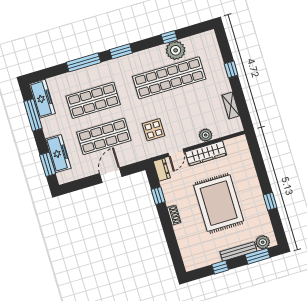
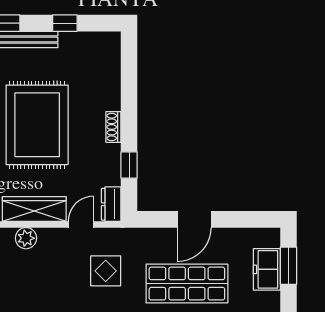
freezer: (58, 154) -> (267, 269), width x0.71

